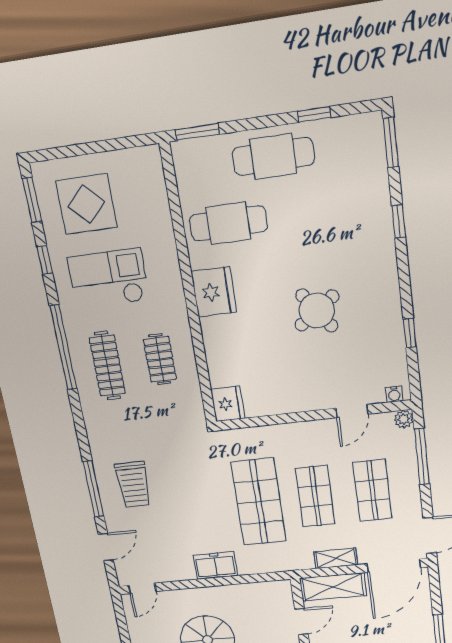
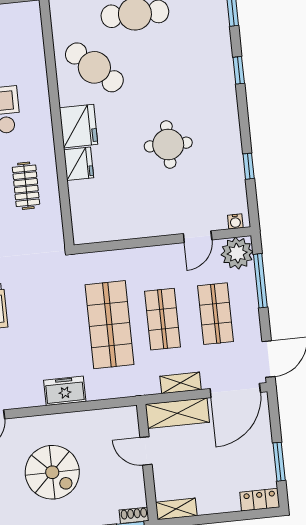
cafe table: (228, 223) -> (94, 67), turned 43
round table: (317, 311) -> (168, 145), turned 36
fridge: (228, 404) -> (79, 164), moved
plant: (404, 419) -> (237, 253), width x1.88, depth x1.88
door: (301, 622) -> (146, 451), swing flipped

